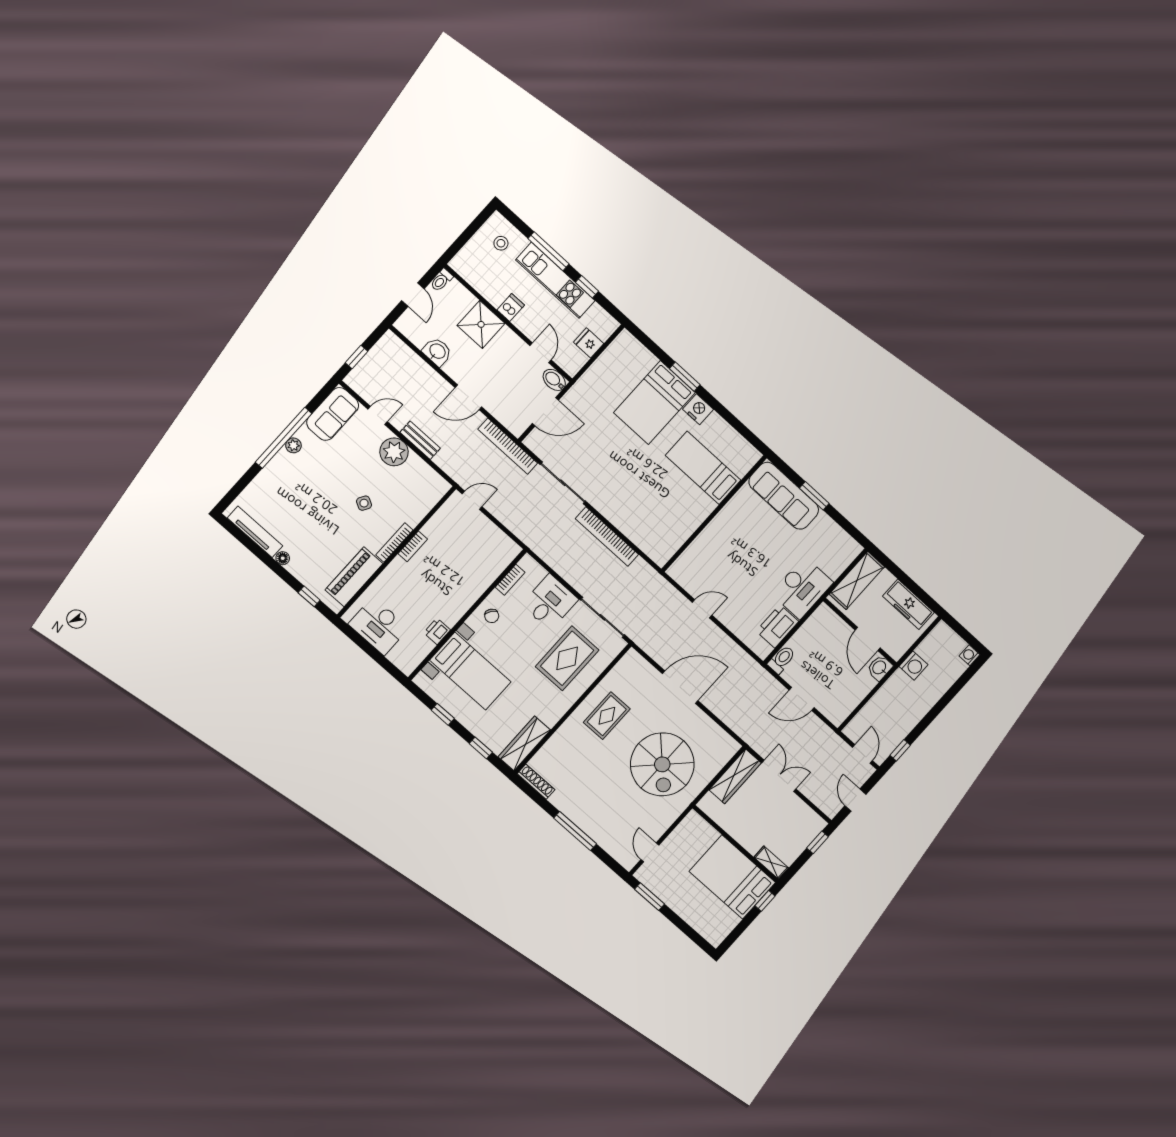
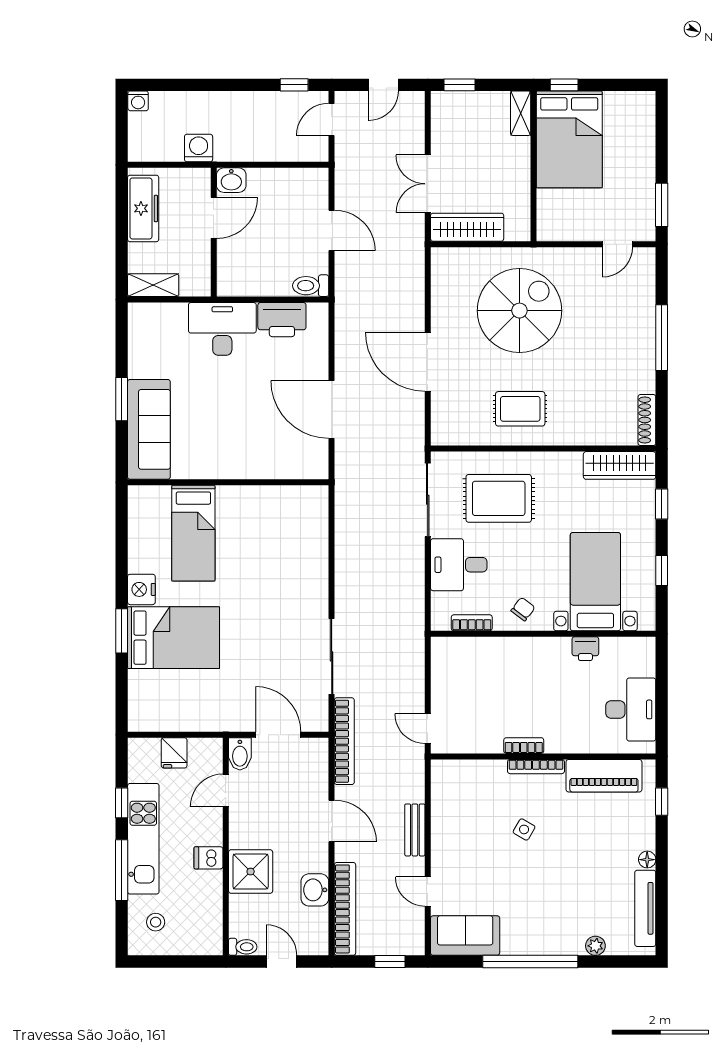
door: (413, 295) -> (281, 962), hinge flipped
plant: (293, 445) -> (595, 946), moved
plant: (394, 452) -> (449, 845), removed
bookcase: (607, 536) -> (345, 909), moved
shelving: (857, 580) -> (153, 285), width x0.67, depth x0.75
door: (702, 609) -> (332, 410), width x1.88

